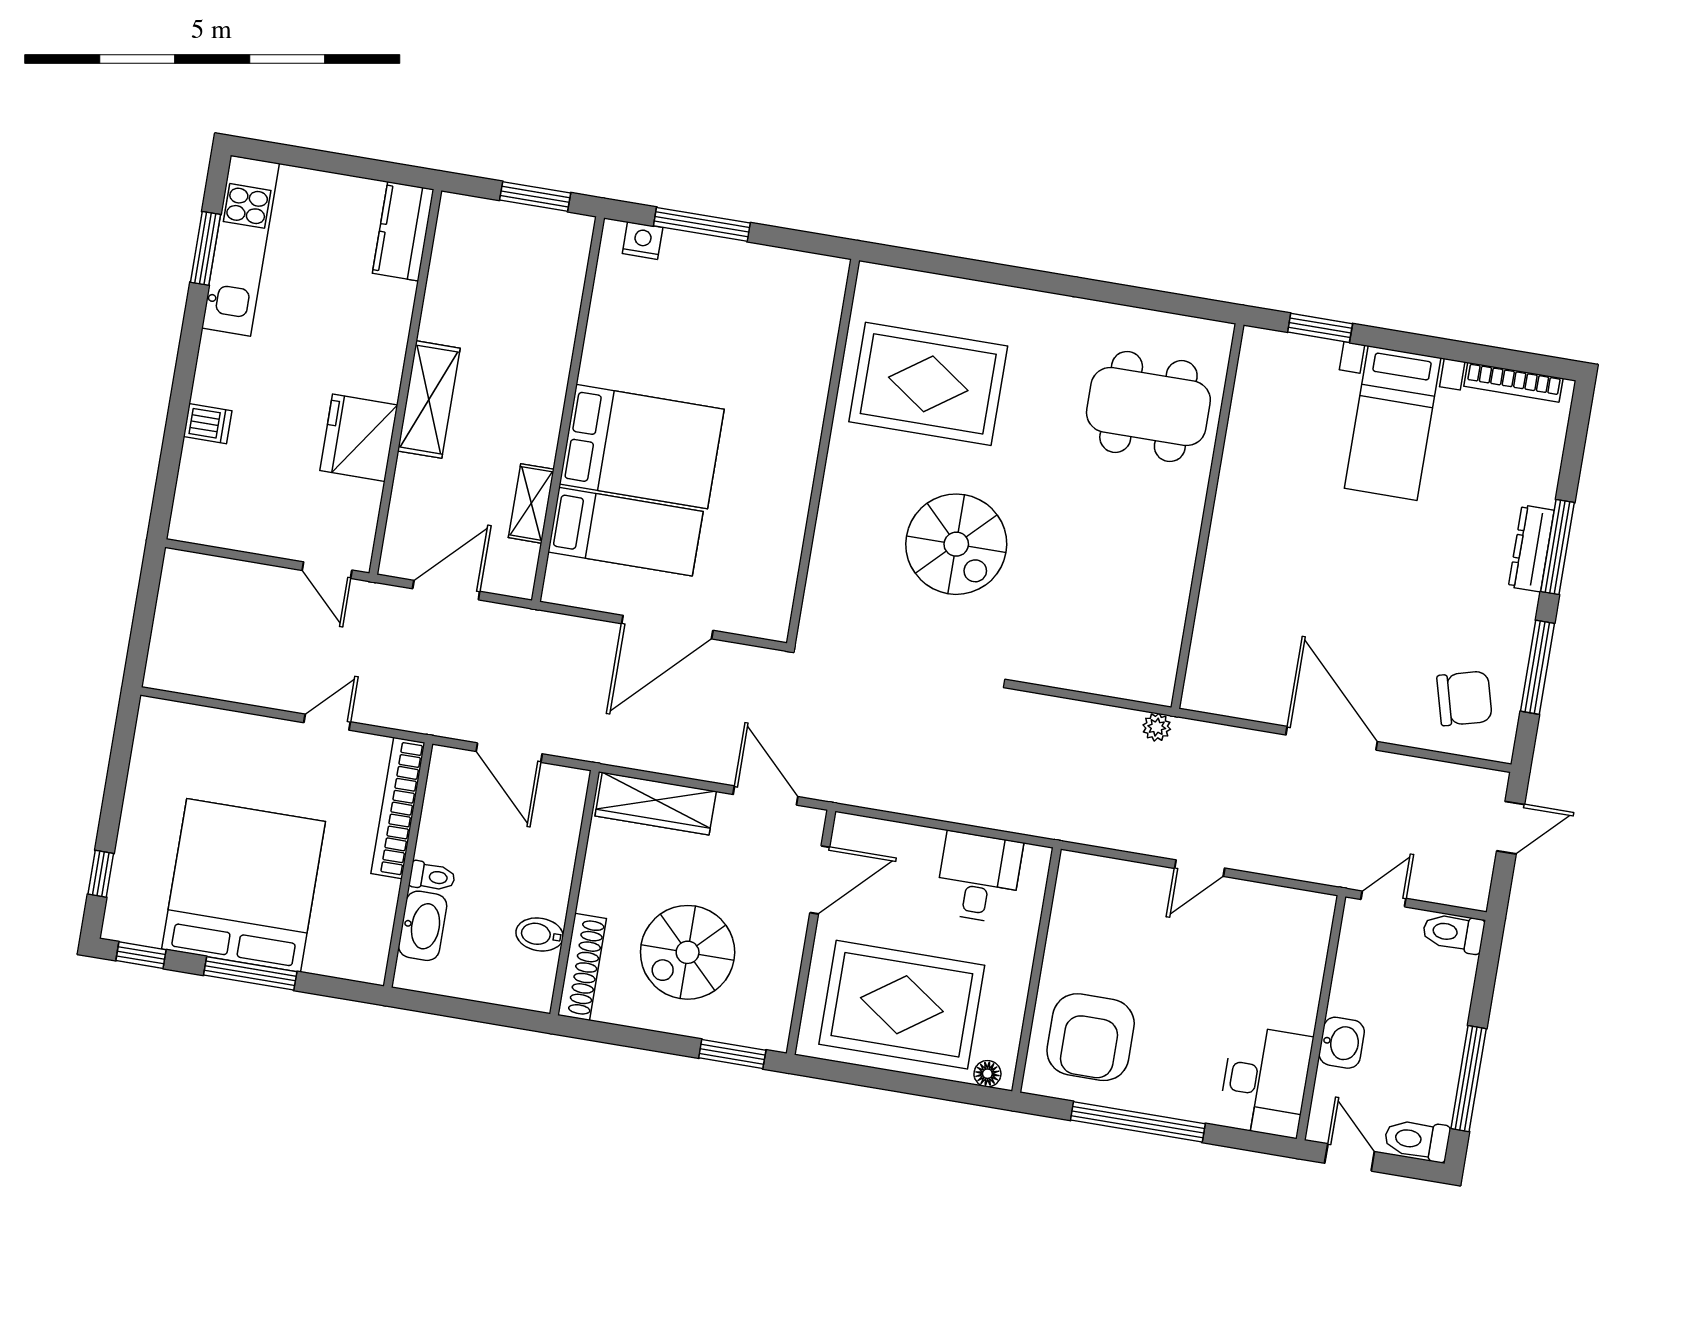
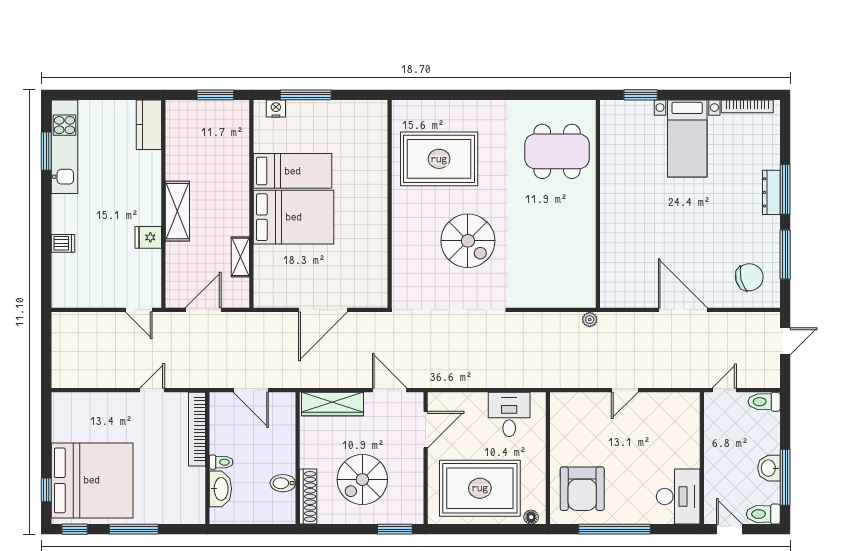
fridge: (359, 438) -> (148, 237), width x0.53, depth x0.75
bed: (625, 532) -> (293, 171), moved
bed: (244, 885) -> (92, 480), moved, turned 90
washbasin: (1342, 1043) -> (769, 468), moved, turned 180

